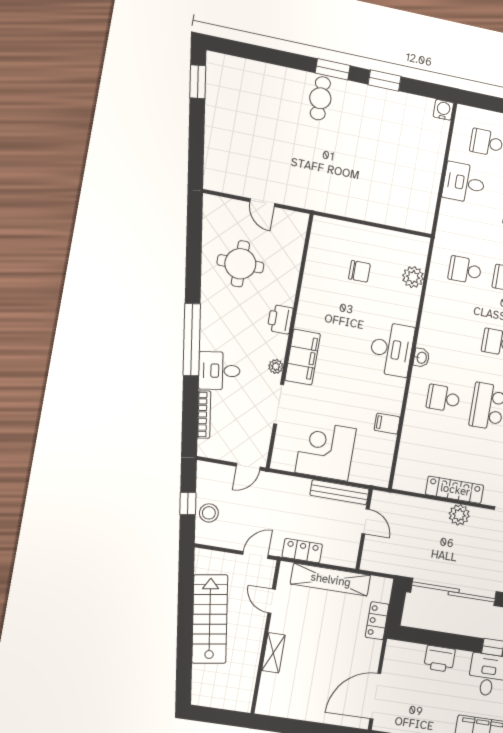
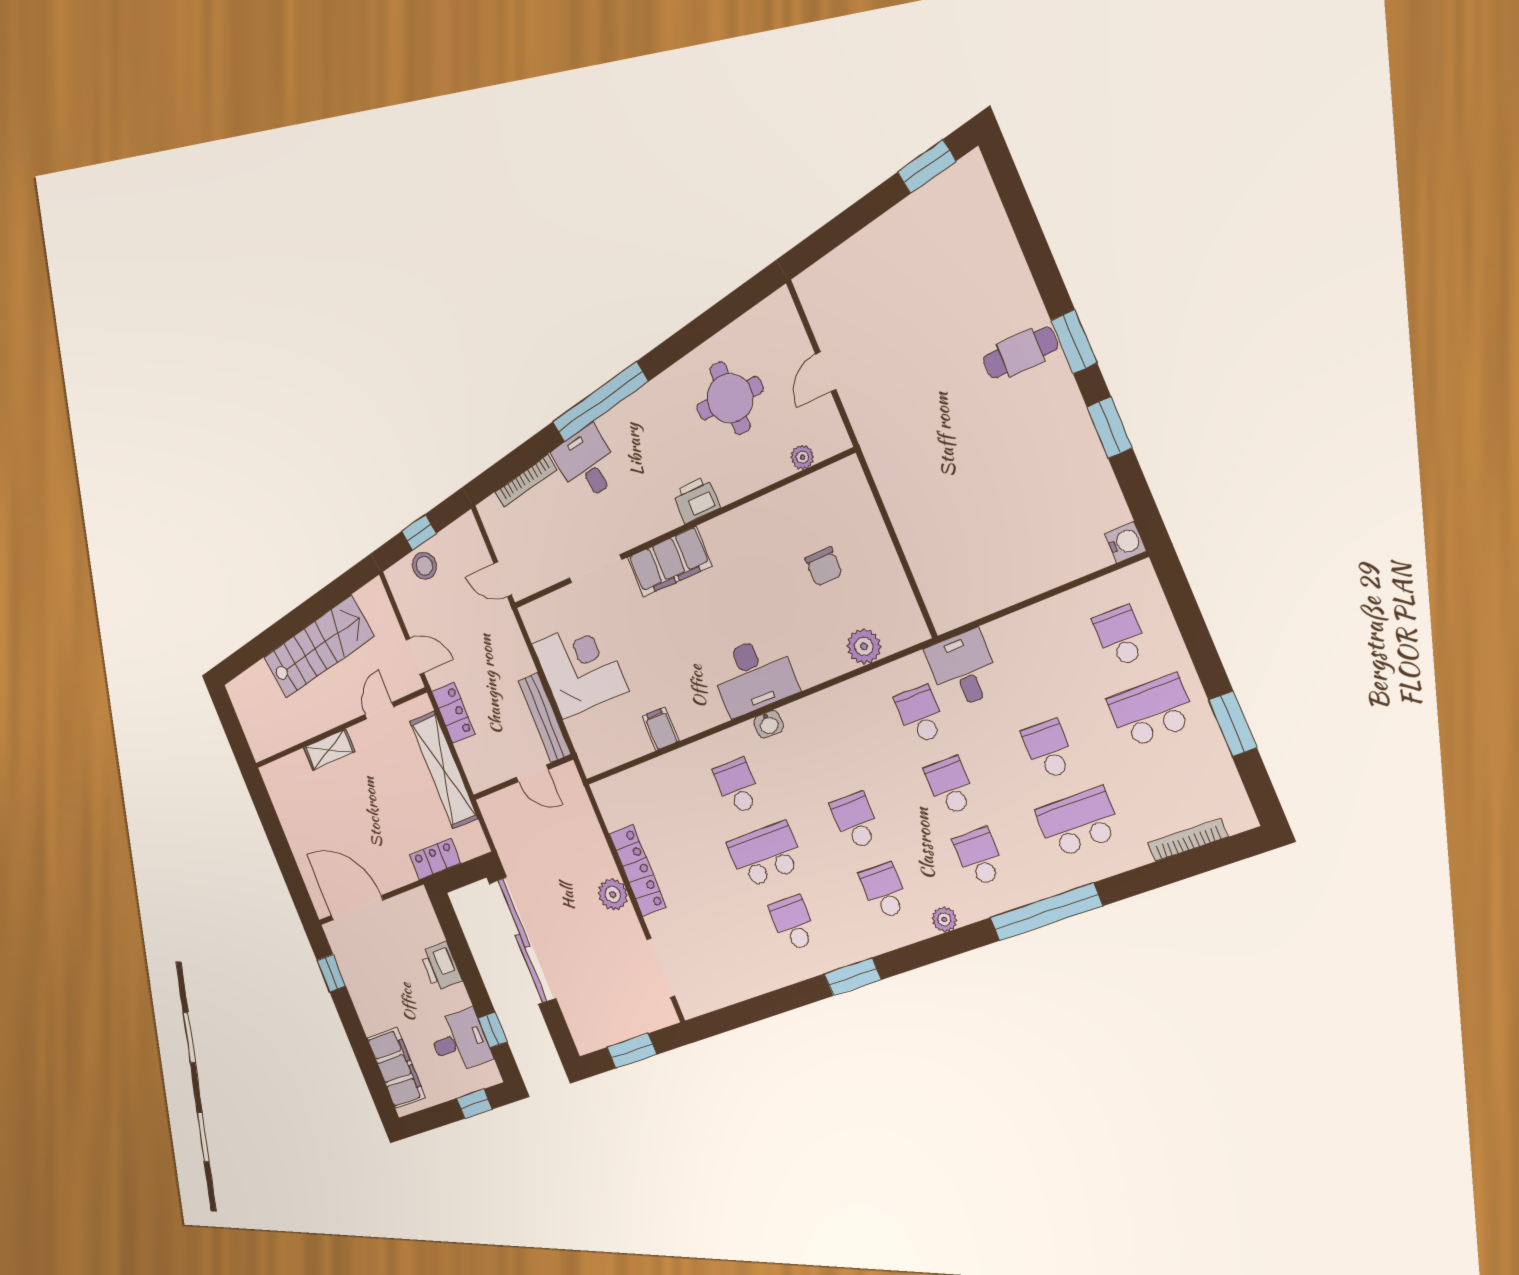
desk: (464, 183) -> (963, 669), moved
plant: (276, 366) -> (802, 457), moved
door: (365, 521) -> (532, 773), hinge flipped

